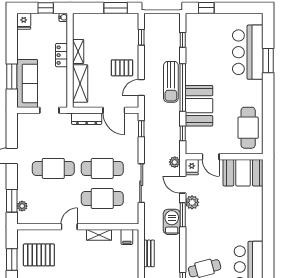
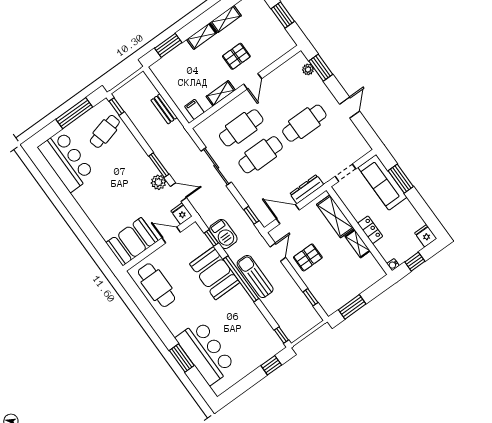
window: (183, 40) -> (281, 335), moved
plant: (175, 162) -> (200, 207), removed
barbecue: (172, 222) -> (223, 234), moved
pallet: (39, 255) -> (236, 56), moved, width x0.67, depth x0.71

